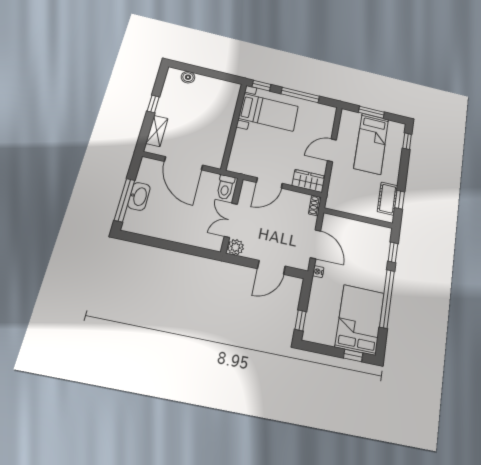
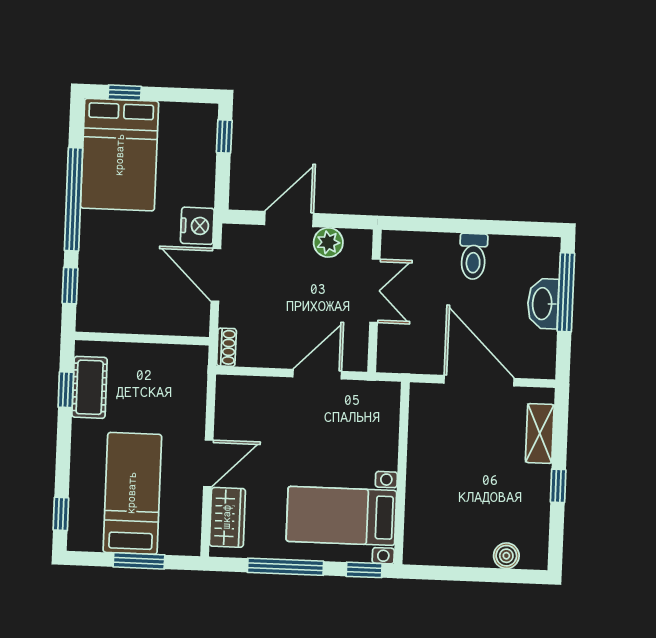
wardrobe: (309, 181) -> (227, 517), moved, turned -90
toilet: (225, 187) -> (473, 256), moved, turned 180
plant: (235, 247) -> (328, 242), moved
nightstand: (318, 272) -> (197, 226), width x1.89, depth x1.79

